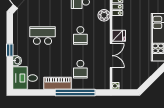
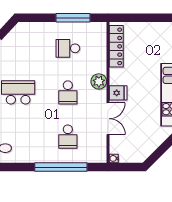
plant: (104, 15) -> (99, 81), moved
piano: (58, 83) -> (38, 155), removed

